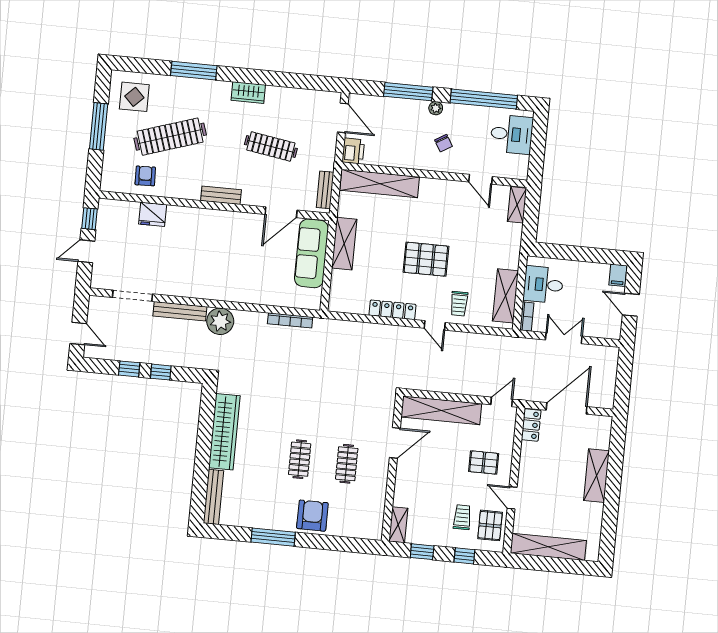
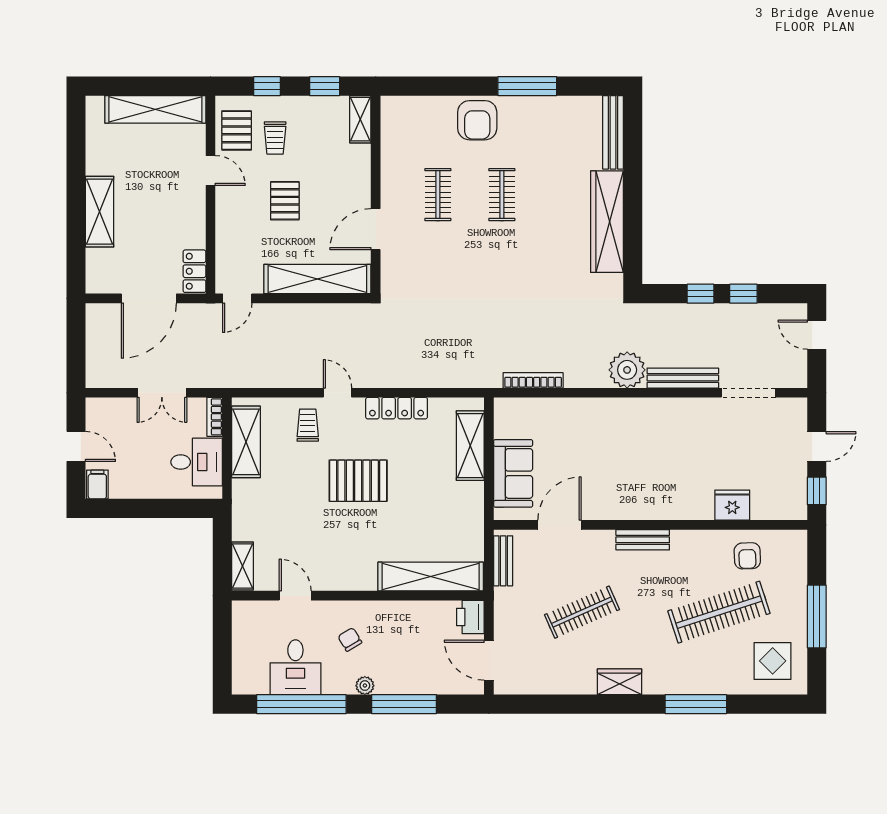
desk: (512, 134) -> (295, 667), moved, turned -90
clothes rail: (271, 146) -> (582, 612), turned -33
shelving: (344, 244) -> (470, 446), moved
sofa: (311, 253) -> (513, 473), width x0.73
pallet: (484, 462) -> (285, 201), moved, turned 90

